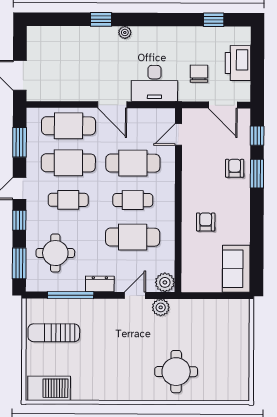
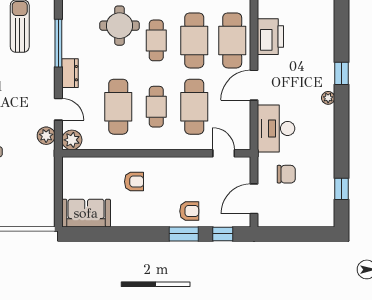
printer: (238, 63) -> (270, 37), moved, turned 90
round table: (55, 253) -> (120, 26), moved

